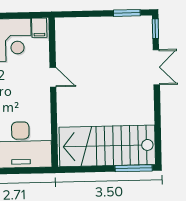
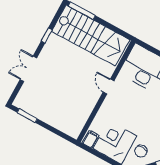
window: (155, 29) -> (47, 35), moved
door: (53, 77) -> (109, 86), moved

